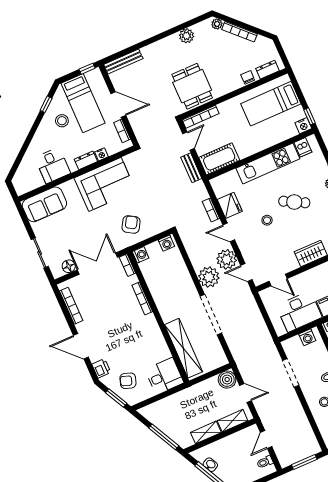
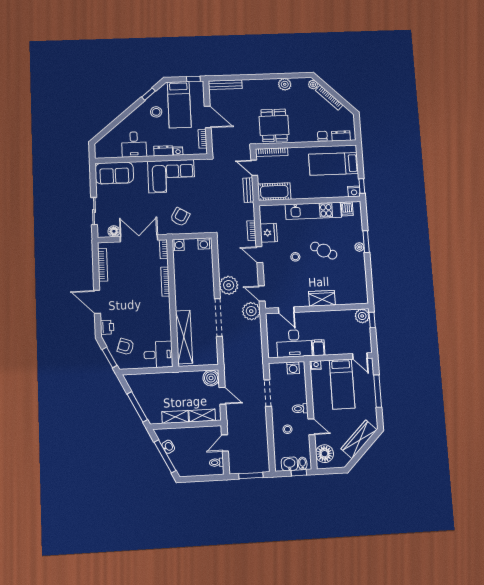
door: (188, 141) -> (254, 168), swing flipped
plant: (227, 259) -> (251, 311), moved

